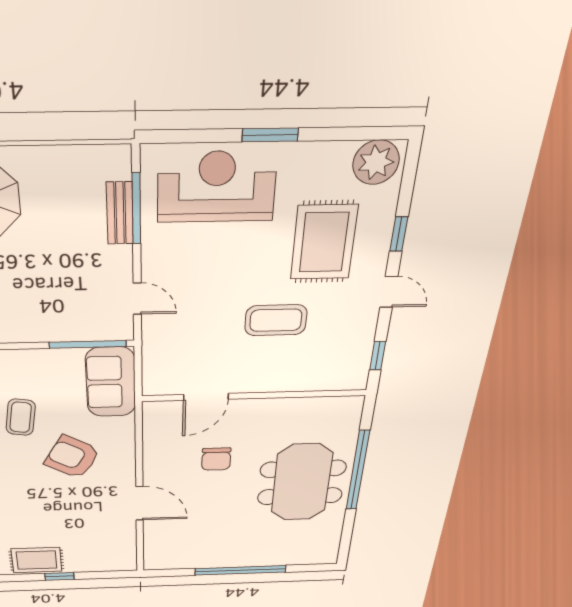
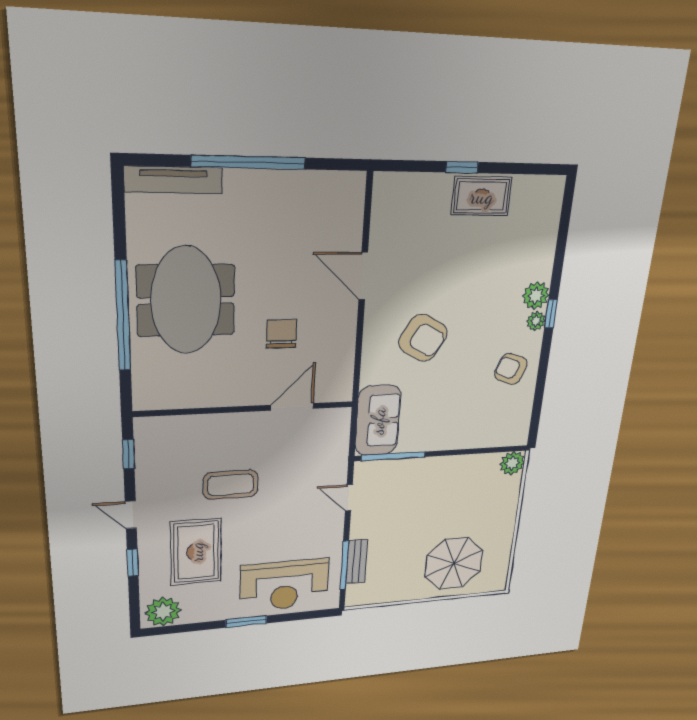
coffee table: (21, 417) -> (461, 383), removed
tv unit: (301, 558) -> (173, 180), added

